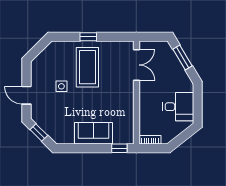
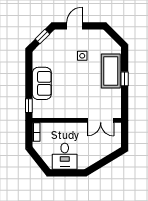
window: (182, 57) -> (107, 160), removed
coffee table: (87, 67) -> (111, 71), moved, turned 90

